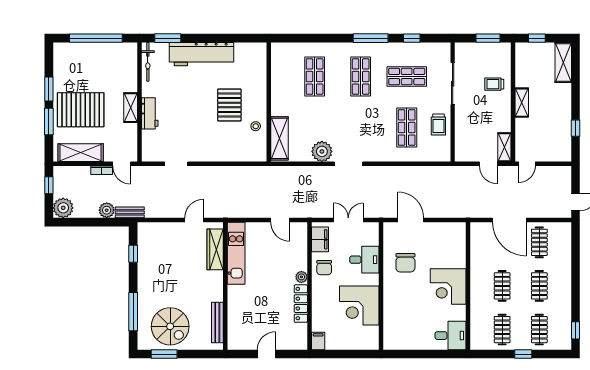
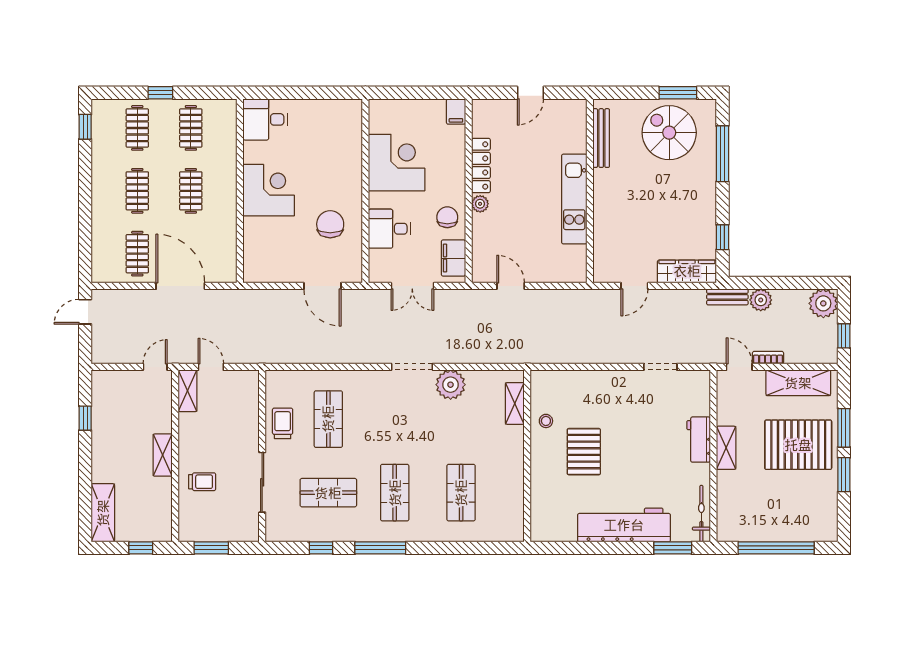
shelving: (279, 138) -> (515, 403), width x0.67, depth x0.75
wardrobe: (215, 249) -> (687, 271), moved, turned -90
kitchen unit: (236, 253) -> (574, 199), moved

